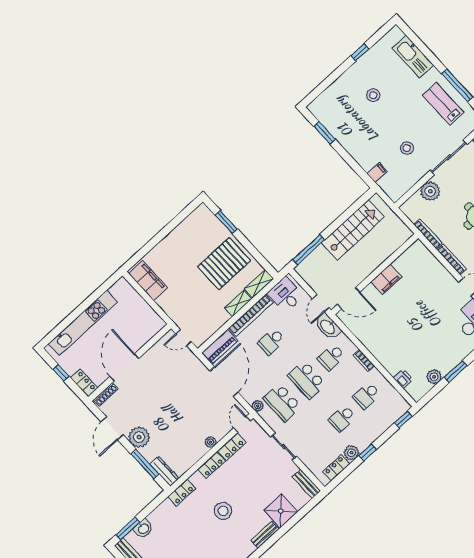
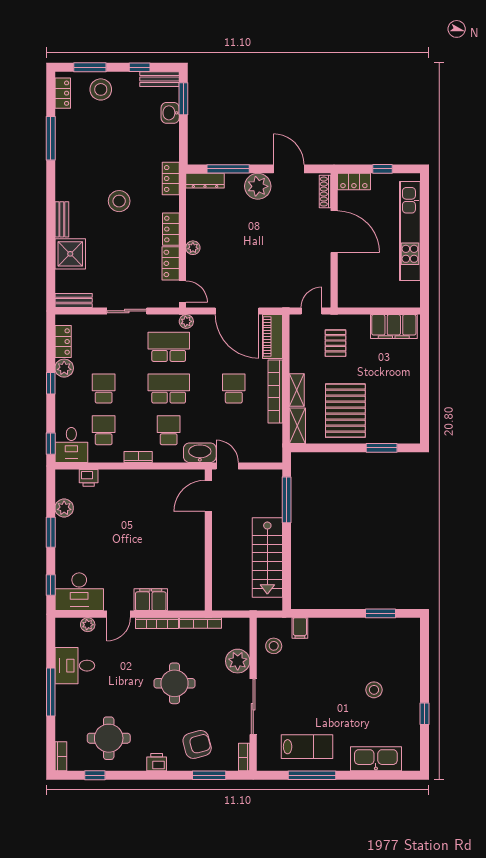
stool: (407, 148) -> (274, 646), moved
filing cabinet: (386, 279) -> (151, 600), moved, turned 90
desk: (286, 295) -> (71, 445), moved, turned 90
pallet: (190, 306) -> (335, 343), added

